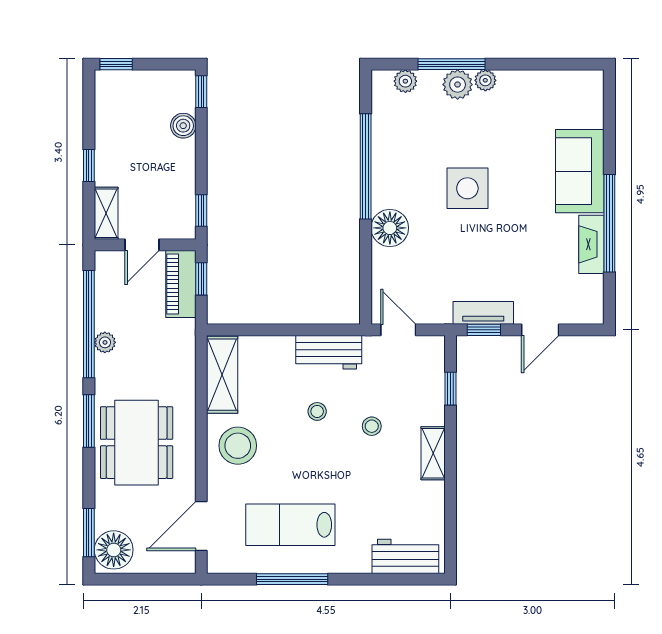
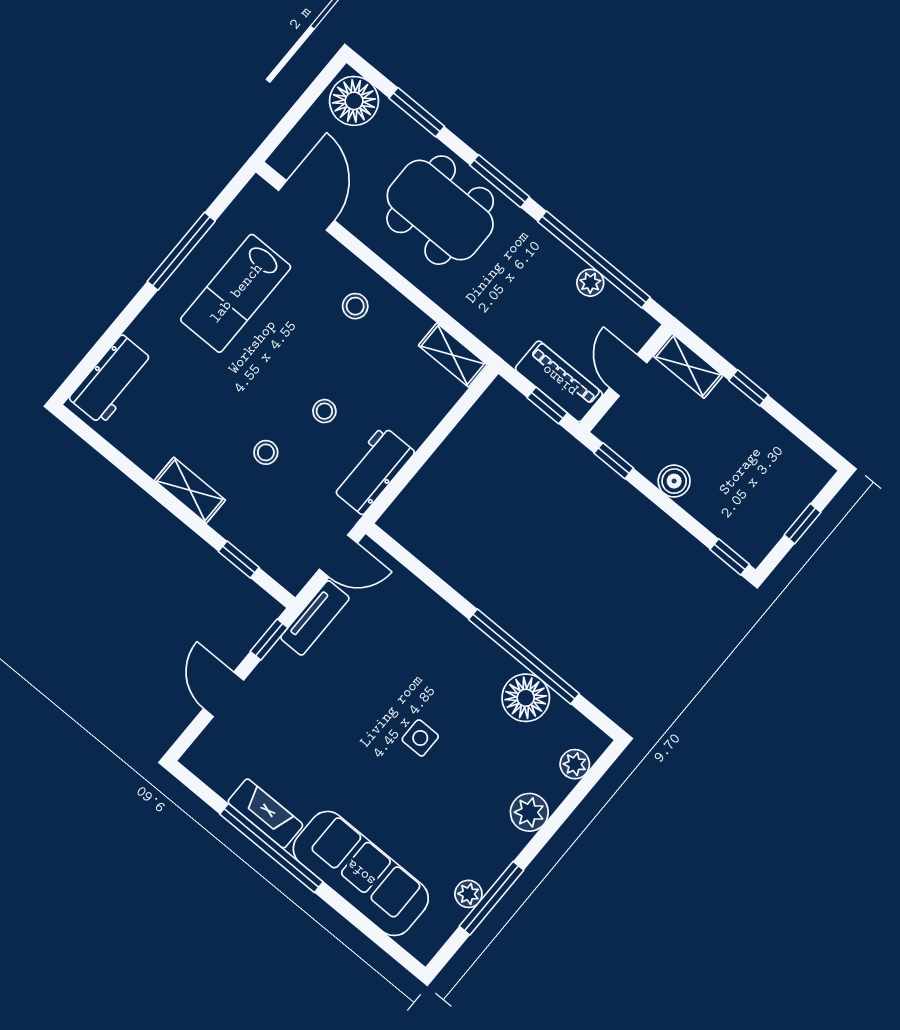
window: (116, 64) -> (803, 524), moved
window: (452, 64) -> (492, 898), moved
plant: (485, 80) -> (468, 894), moved
boiler: (183, 126) -> (674, 481), moved
sofa: (580, 171) -> (361, 873), width x1.36
side table: (467, 188) -> (420, 738), width x0.54, depth x0.54
floor lamp: (390, 228) -> (526, 698), moved
tv unit: (483, 313) -> (315, 618), moved
plant: (105, 342) -> (590, 283), moved
shelving: (222, 375) -> (453, 355), width x0.67, depth x0.75
stool: (238, 446) -> (355, 306), width x0.53, depth x0.53
lab bench: (290, 525) -> (236, 293), turned 180
window: (89, 533) -> (417, 112), moved

